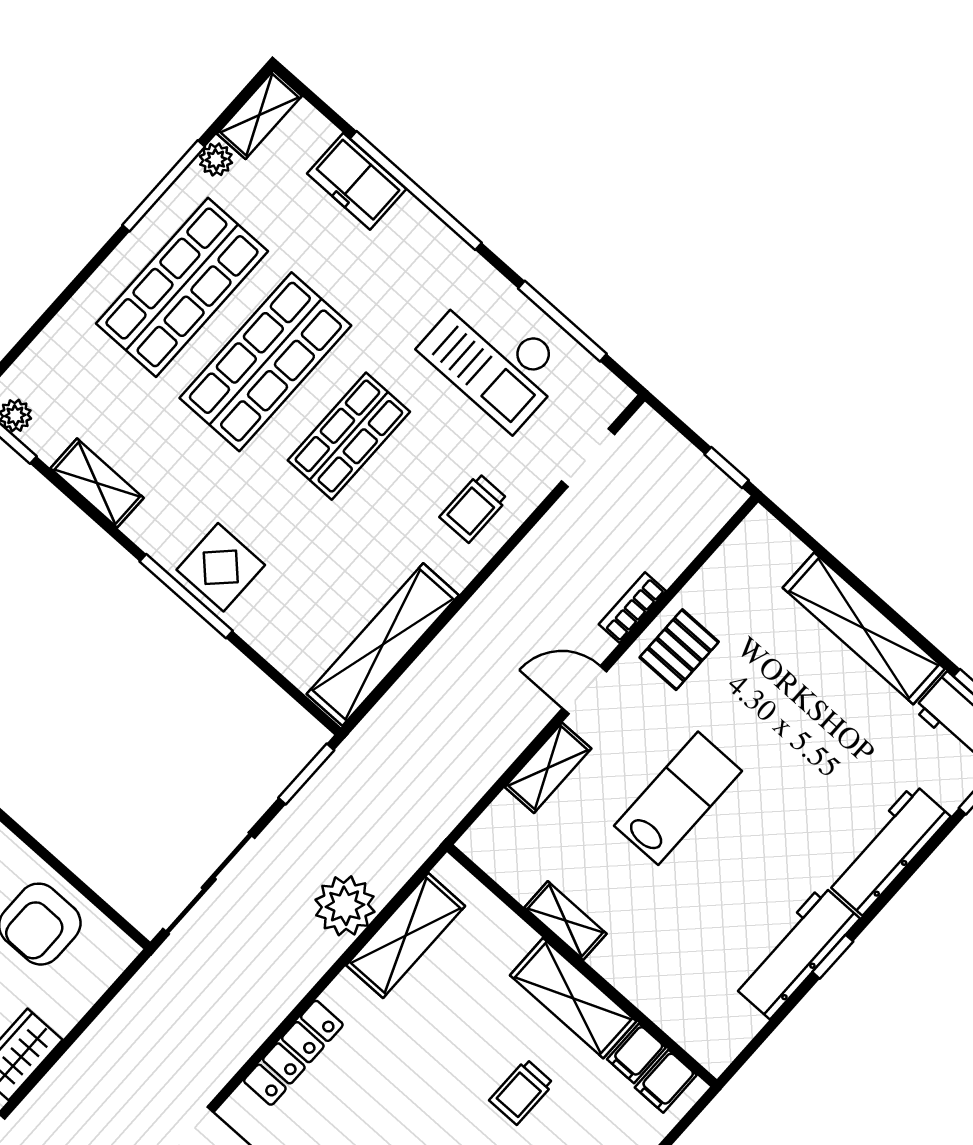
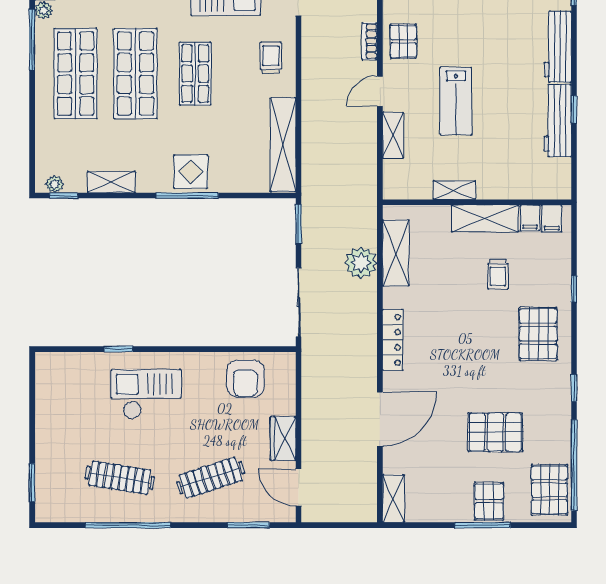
trolley: (474, 508) -> (271, 58), turned 180
lab bench: (678, 798) -> (456, 101), turned 180

